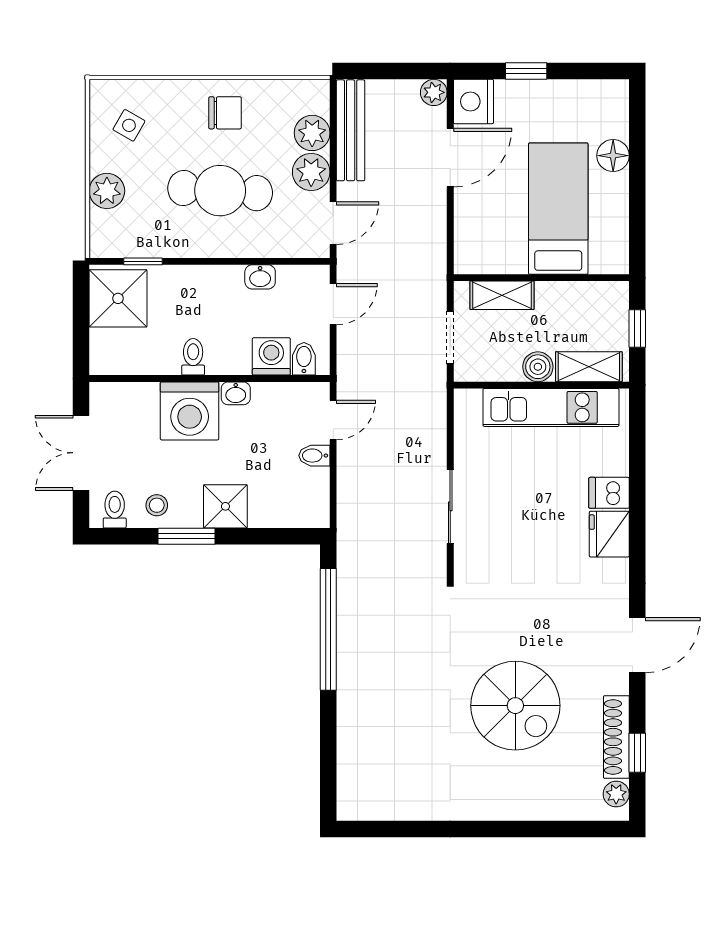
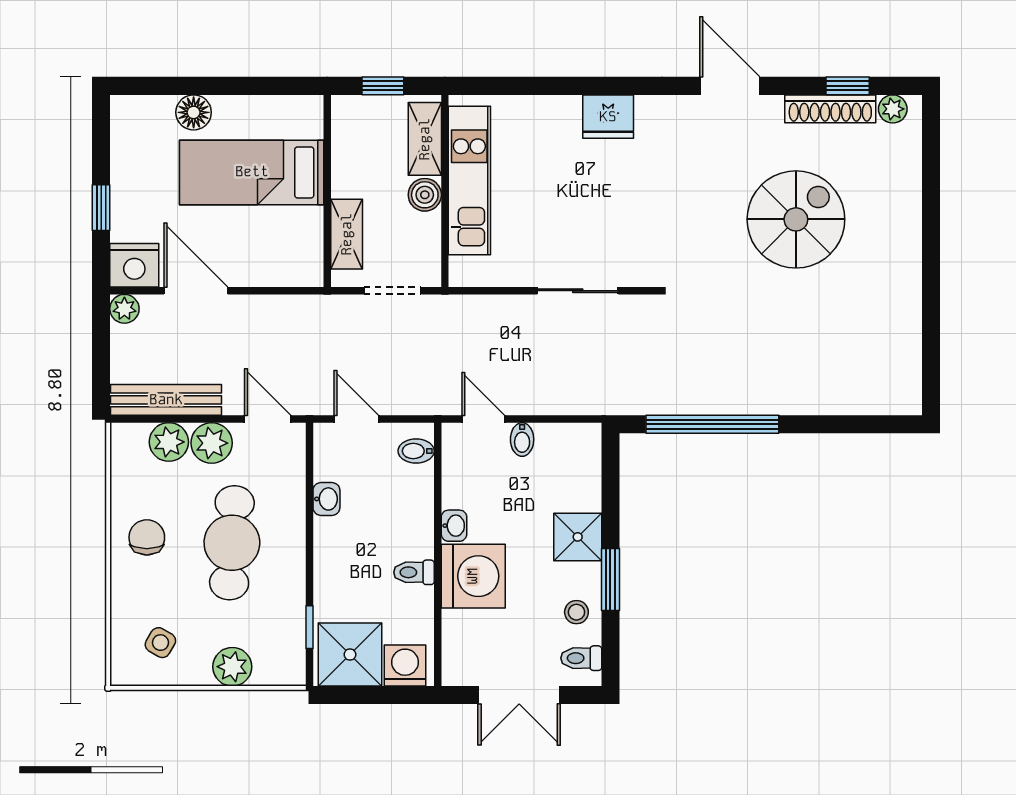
washing machine: (271, 356) -> (405, 666), moved, turned 90
dishwasher: (609, 493) -> (563, 117), removed

